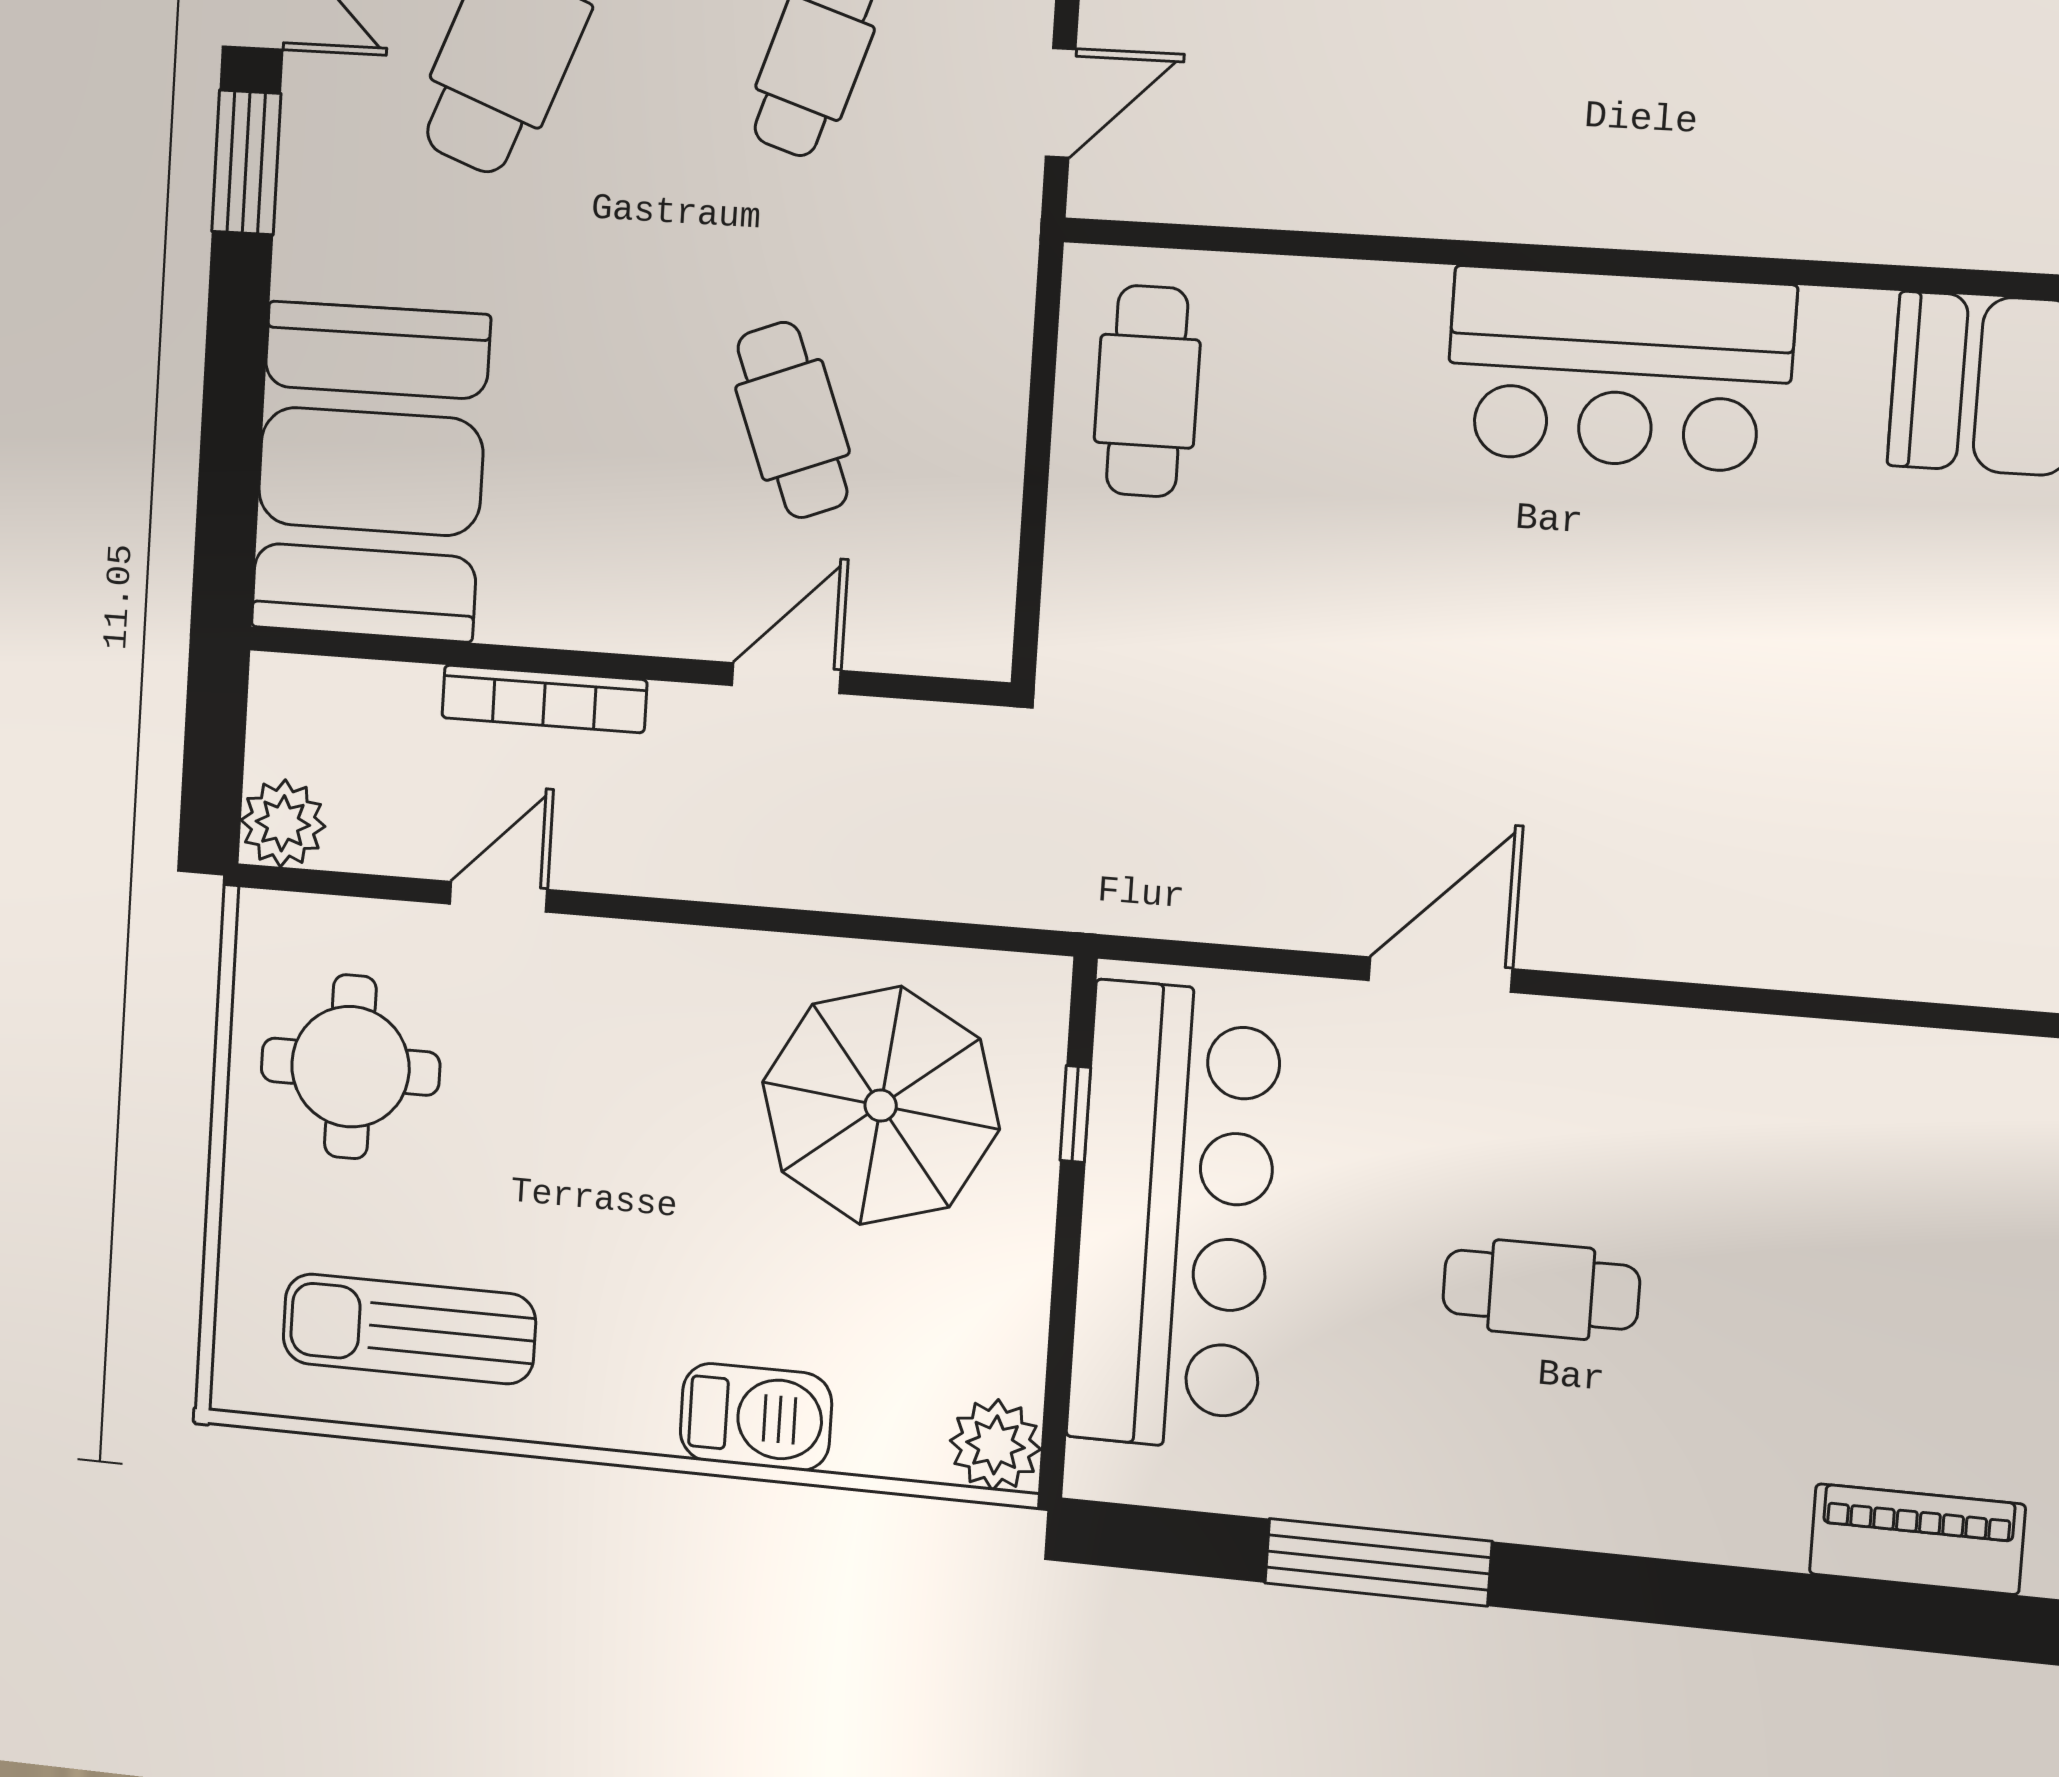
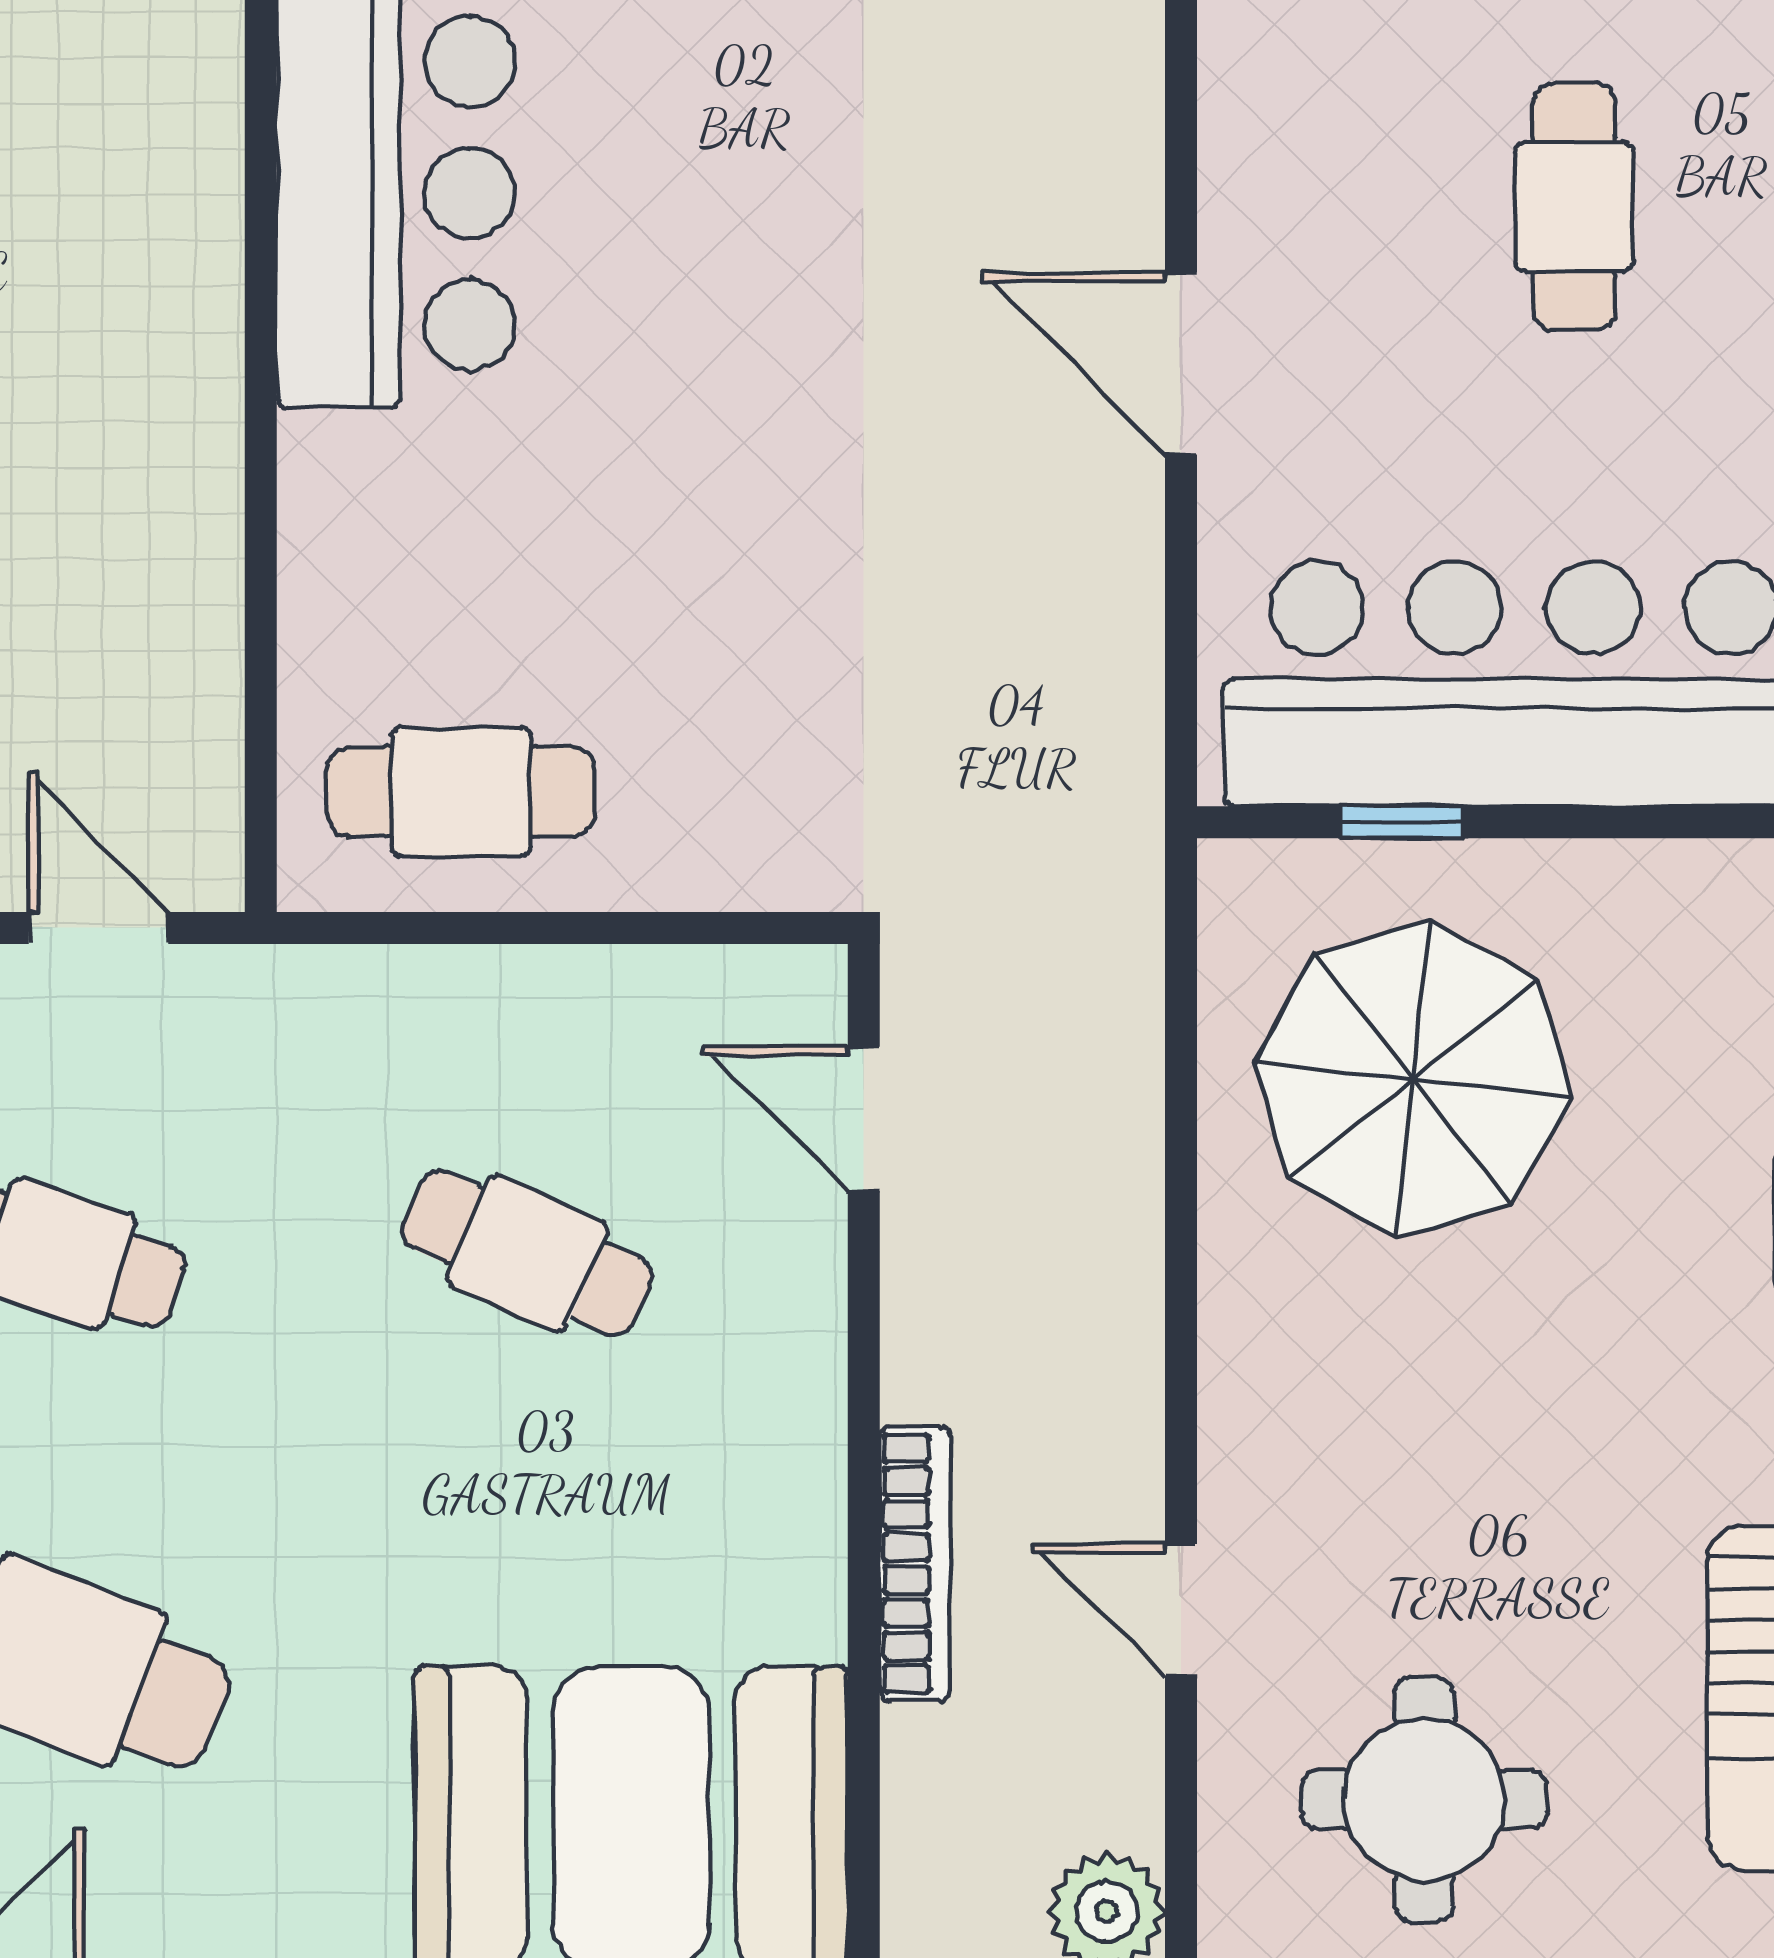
cafe table: (792, 420) -> (527, 1254), turned 45
door: (786, 678) -> (864, 1119), moved

